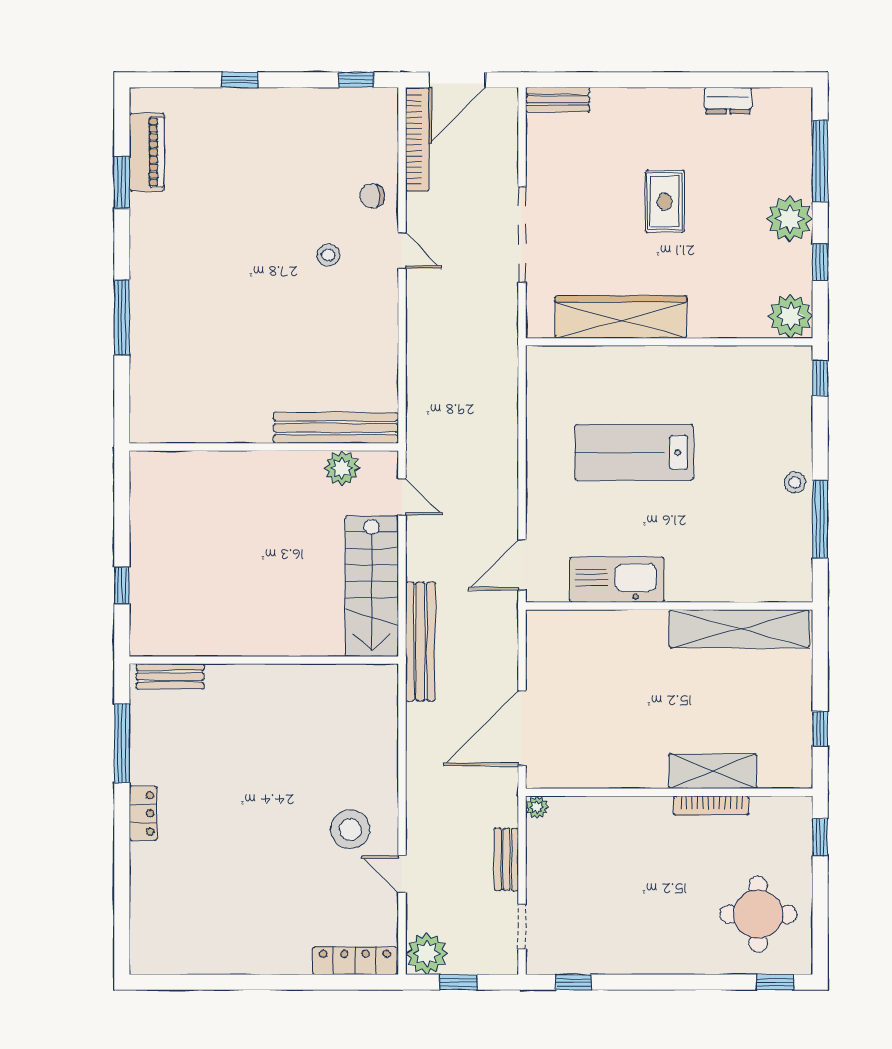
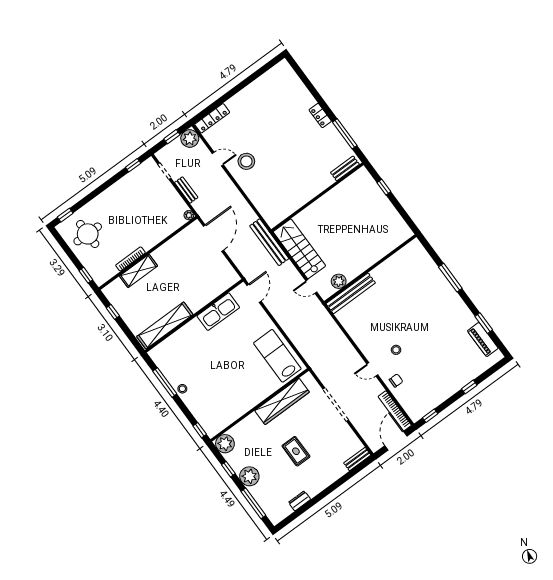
lab bench: (634, 452) -> (277, 356), moved, turned -90

